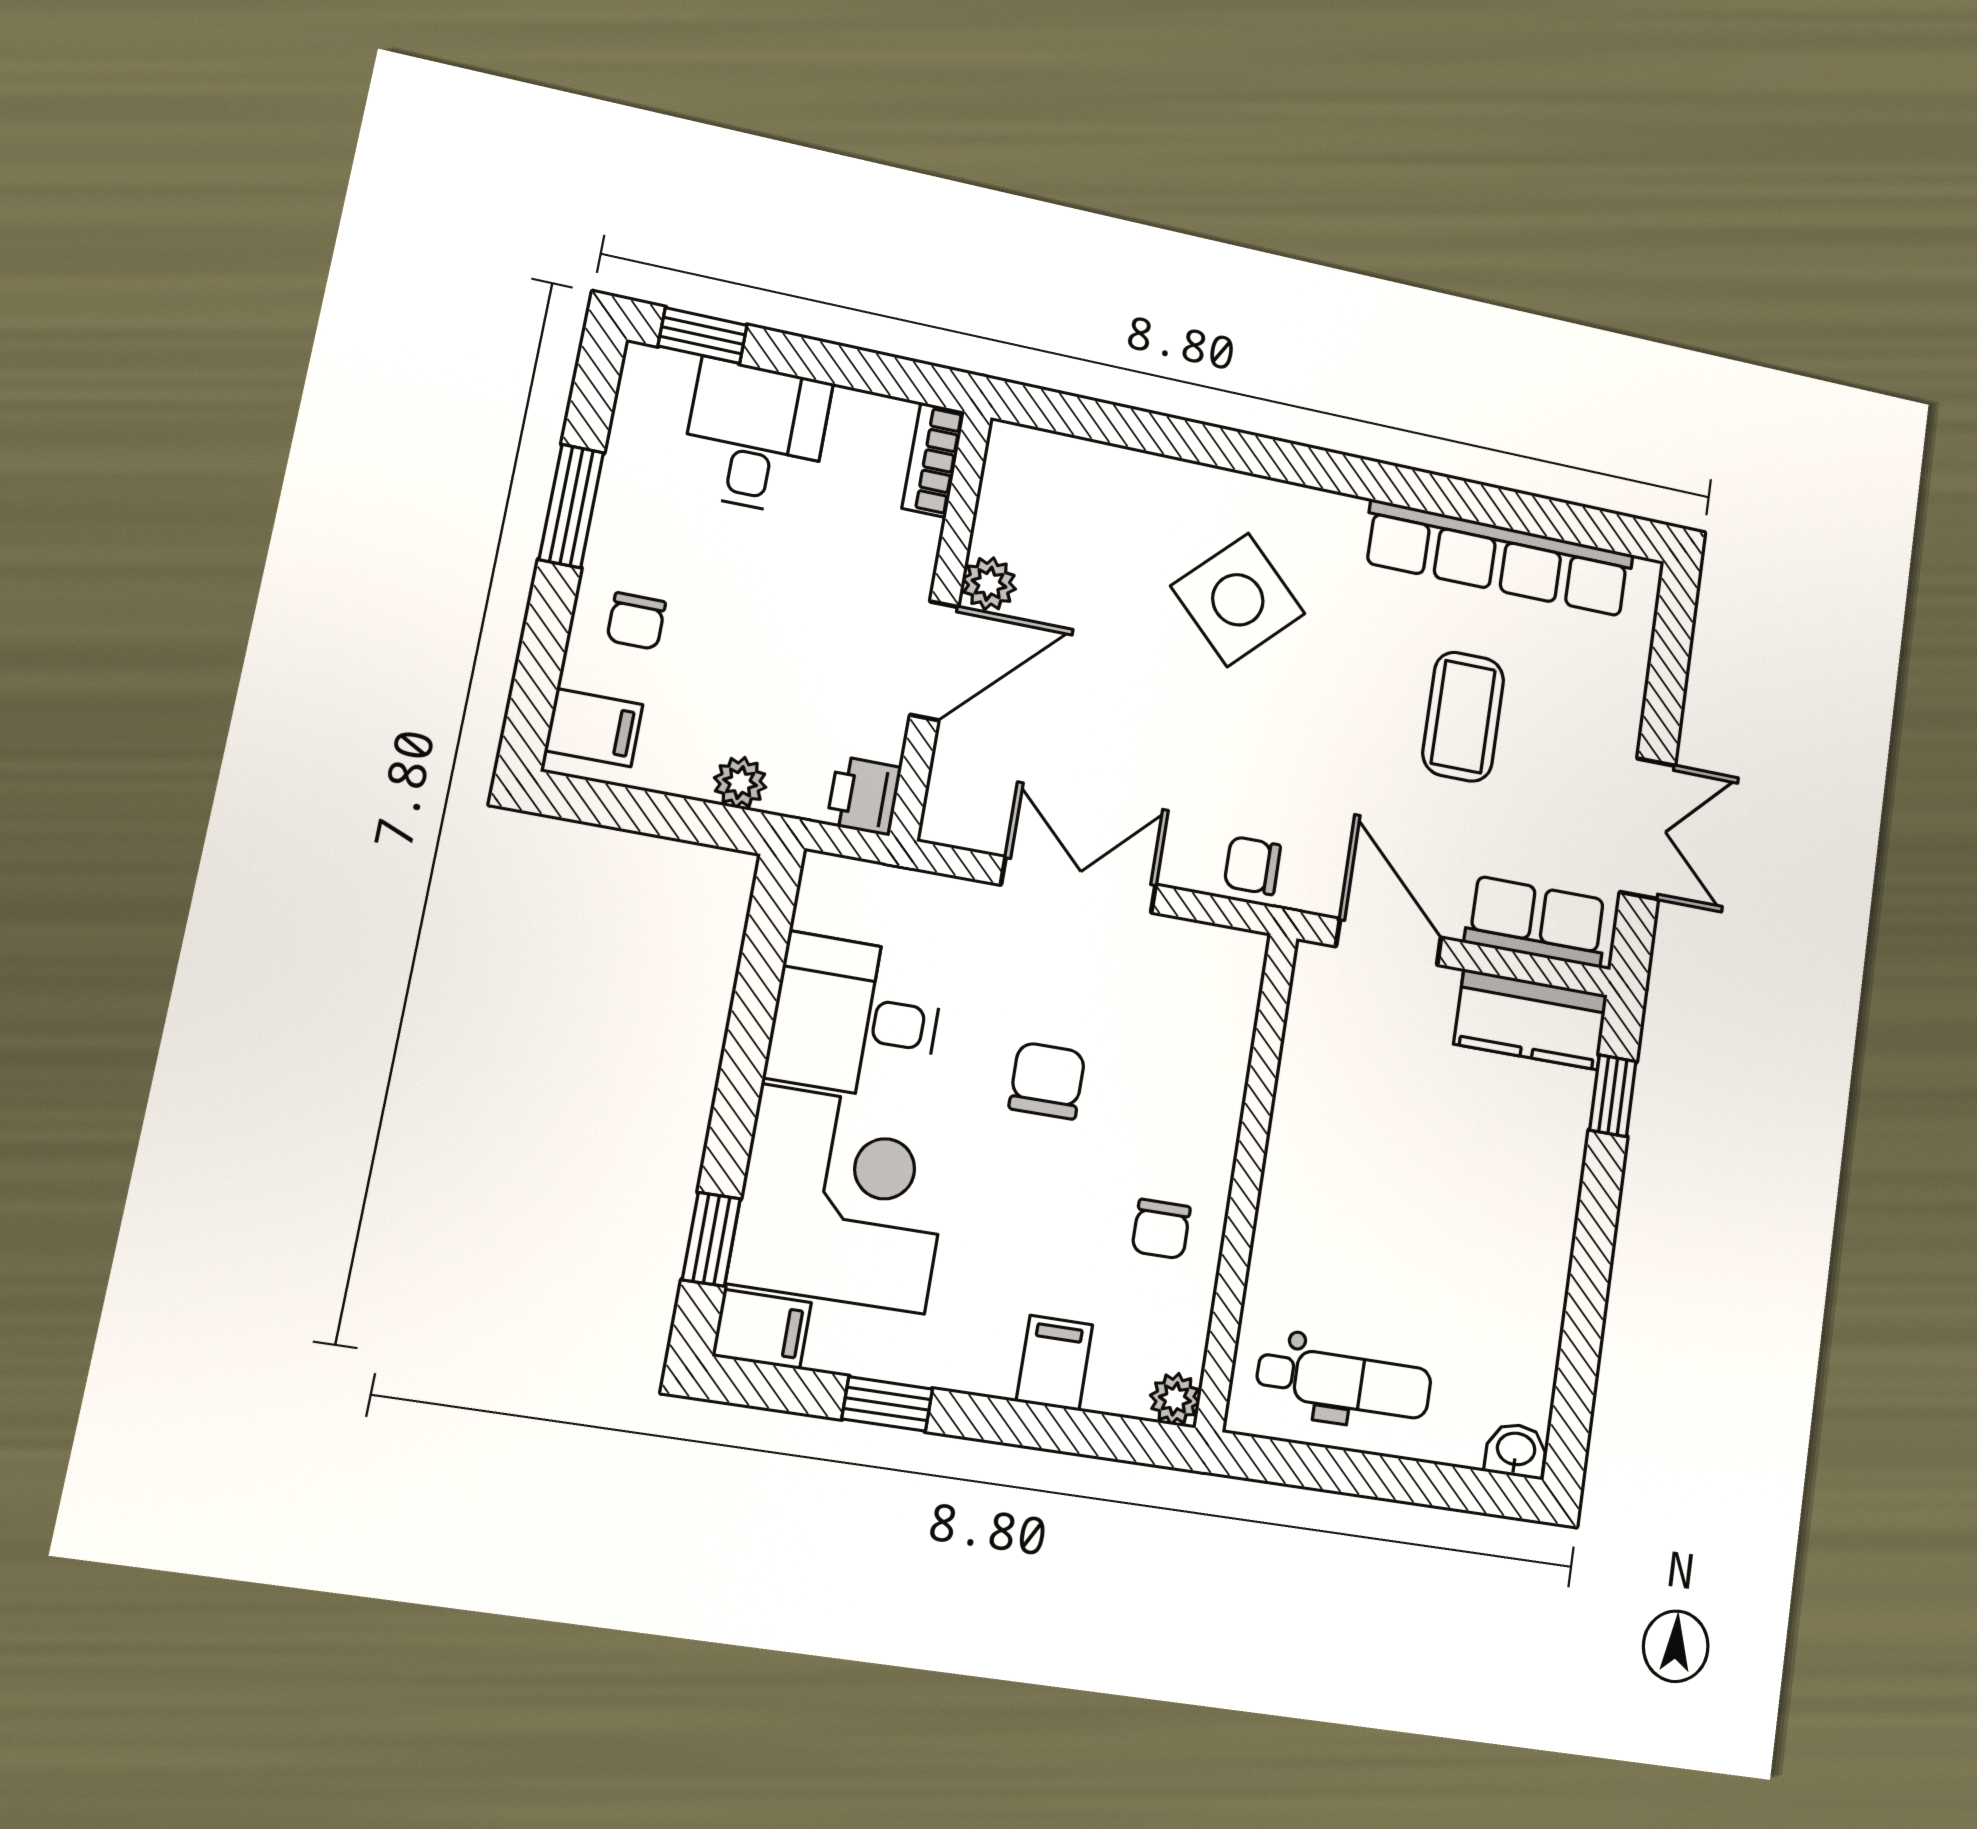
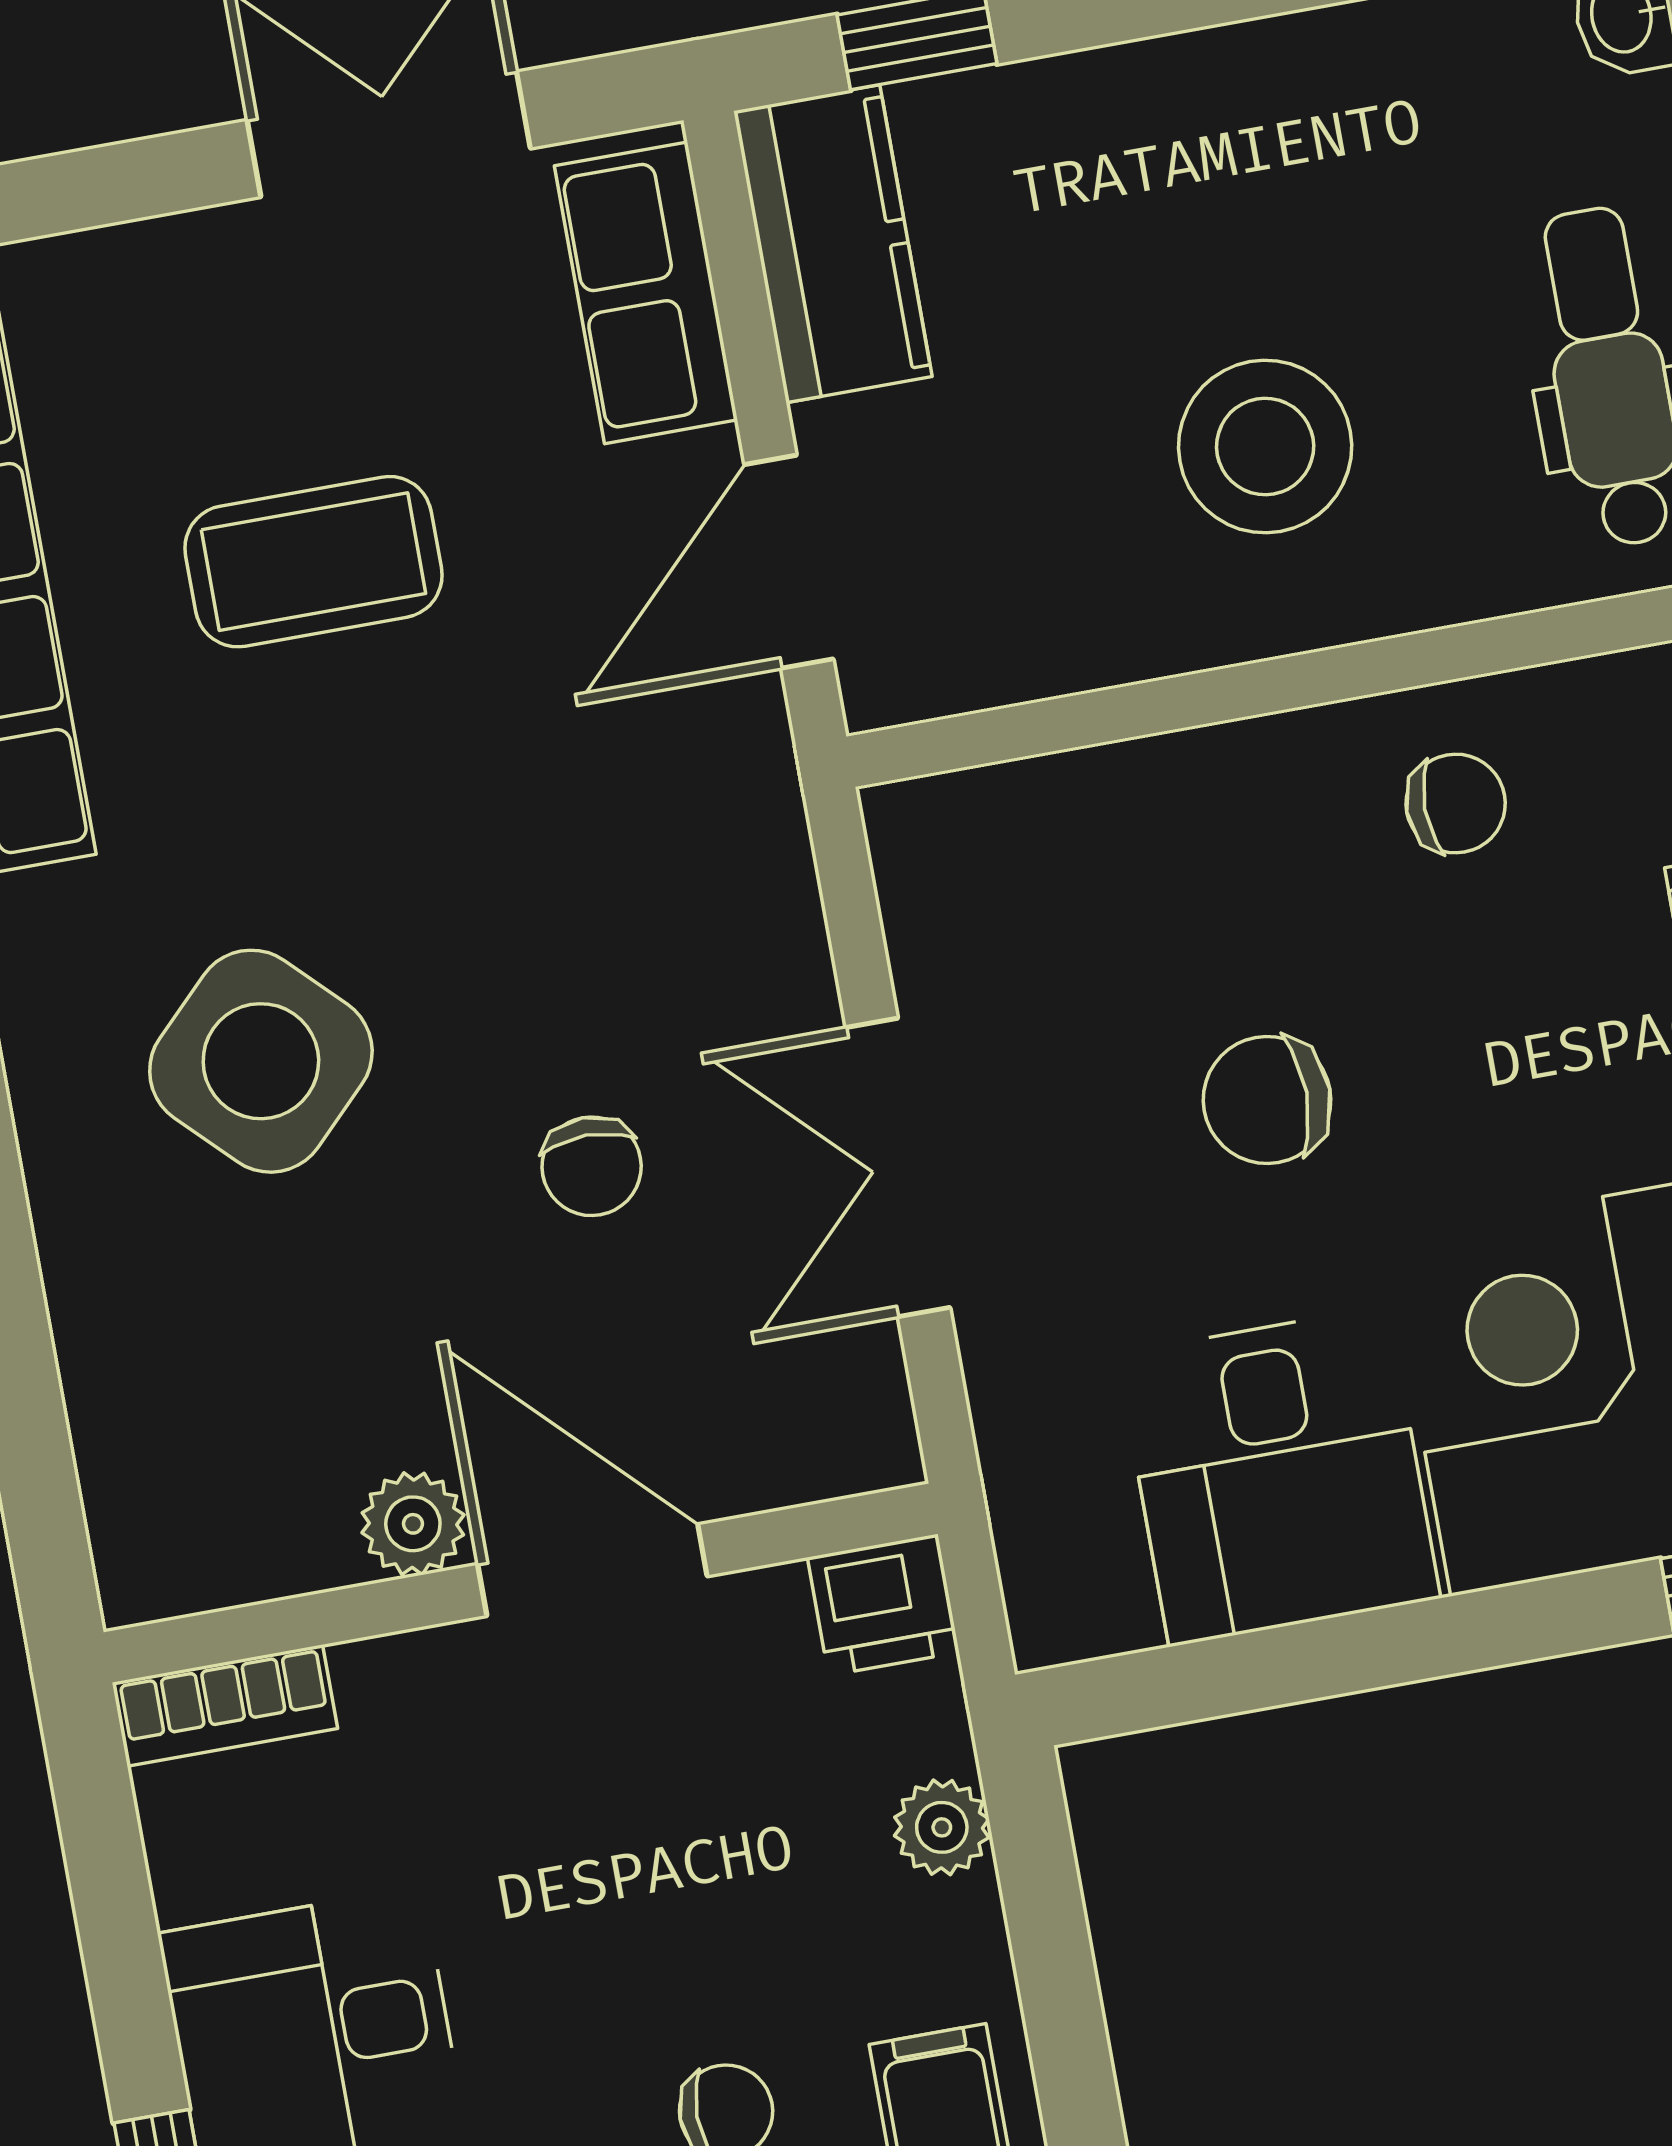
chair: (1252, 866) -> (592, 1166), moved
stool: (1367, 1196) -> (1265, 446), added

